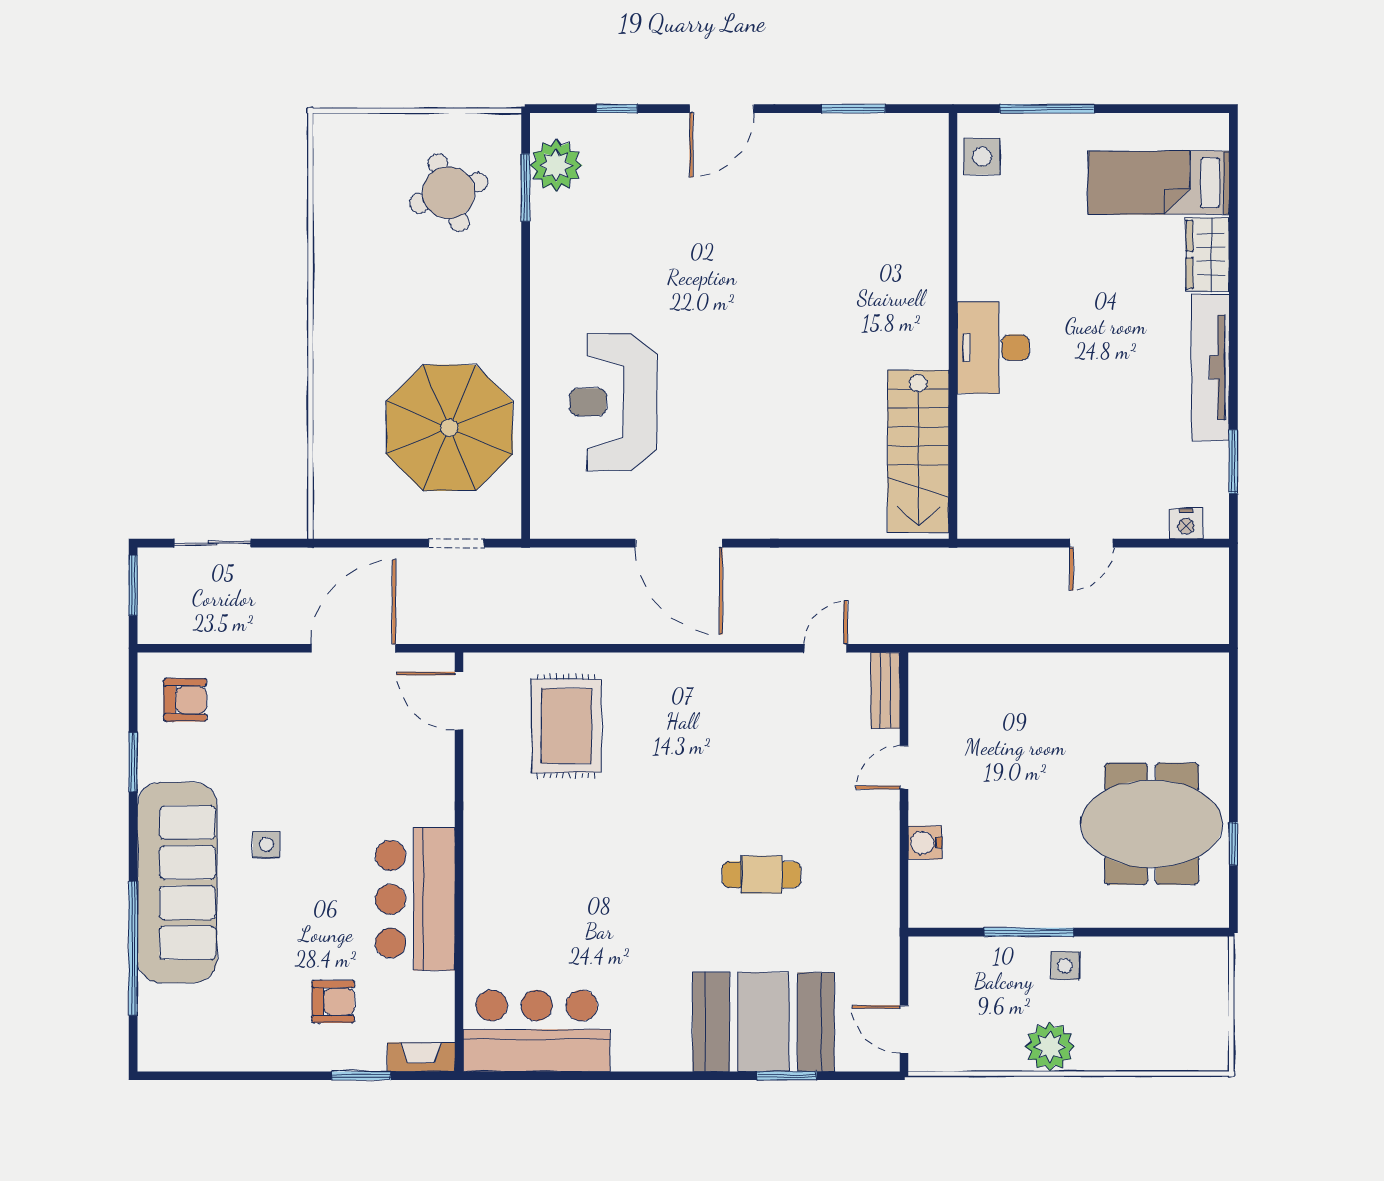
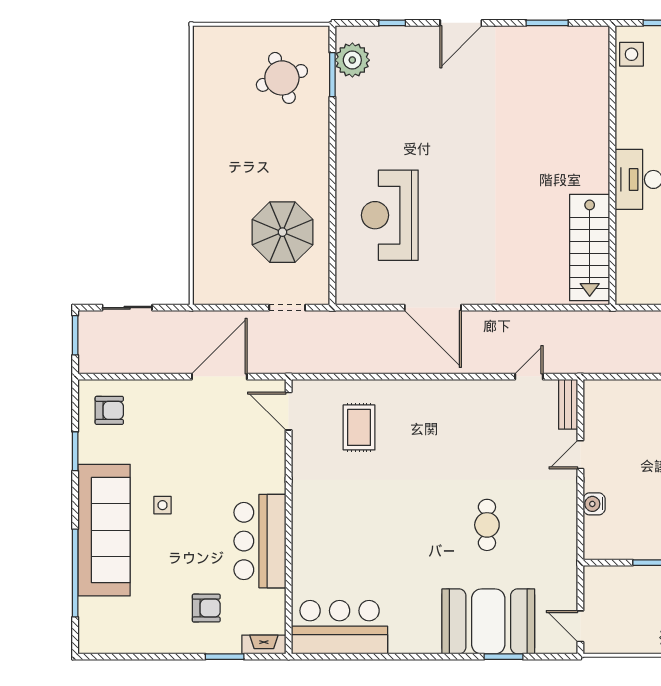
parasol: (449, 428) -> (282, 232), width x0.73, depth x0.73
rug: (566, 726) -> (359, 427), width x0.73, depth x0.70
cafe table: (762, 875) -> (487, 525), turned 90

